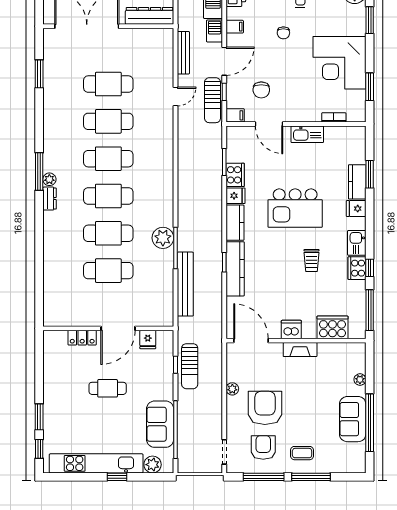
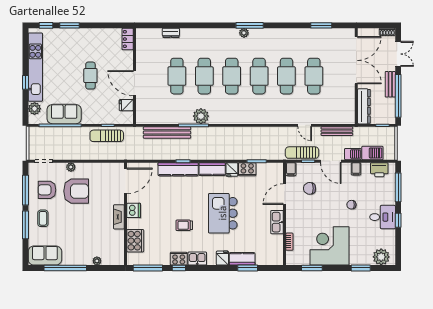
dresser: (50, 199) -> (171, 33), moved
locker: (82, 338) -> (128, 39), moved
plant: (232, 389) -> (71, 167), moved
sofa: (353, 419) -> (45, 256), moved
armchair: (263, 447) -> (47, 190), turned 180

